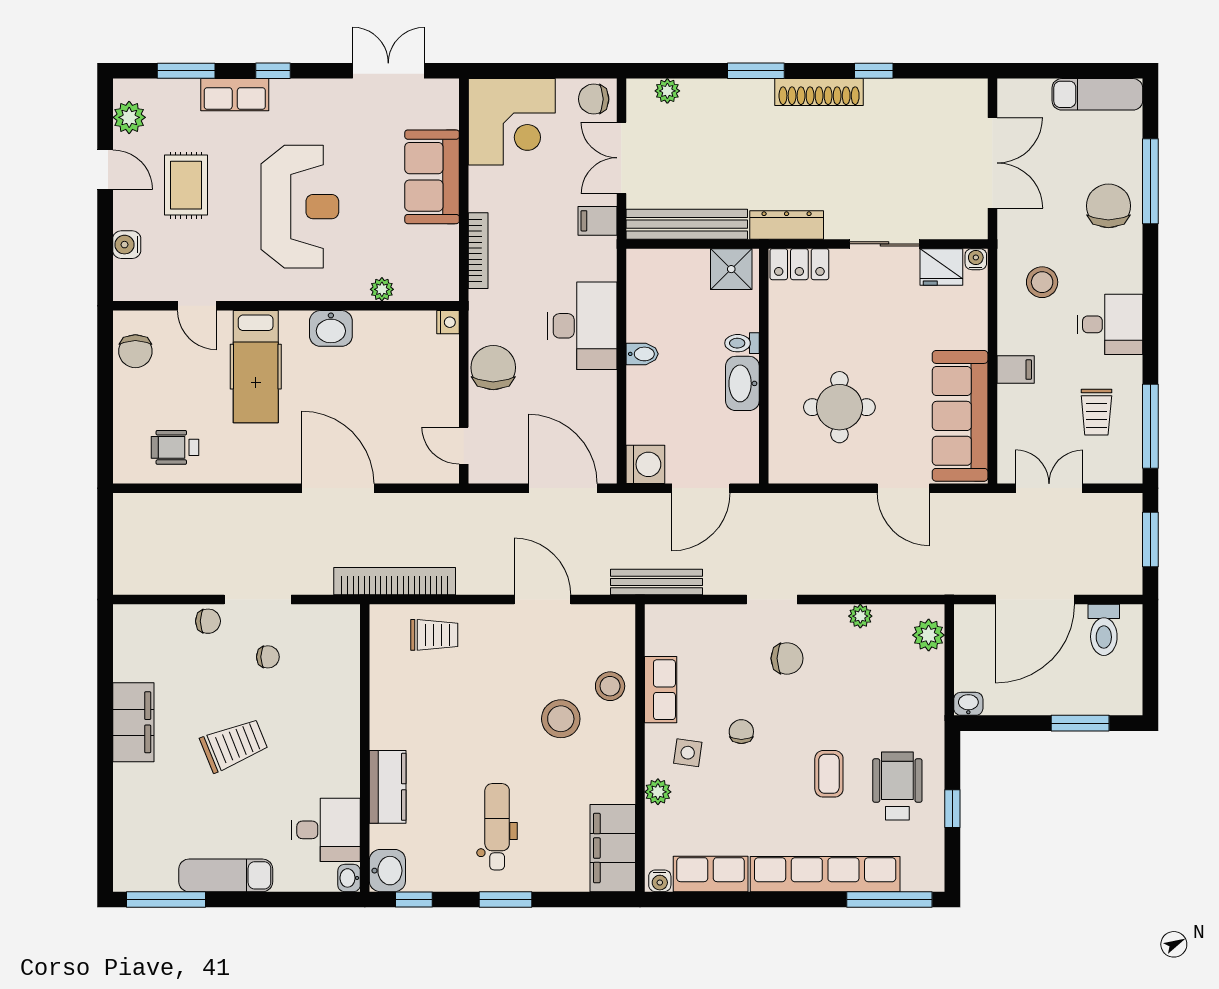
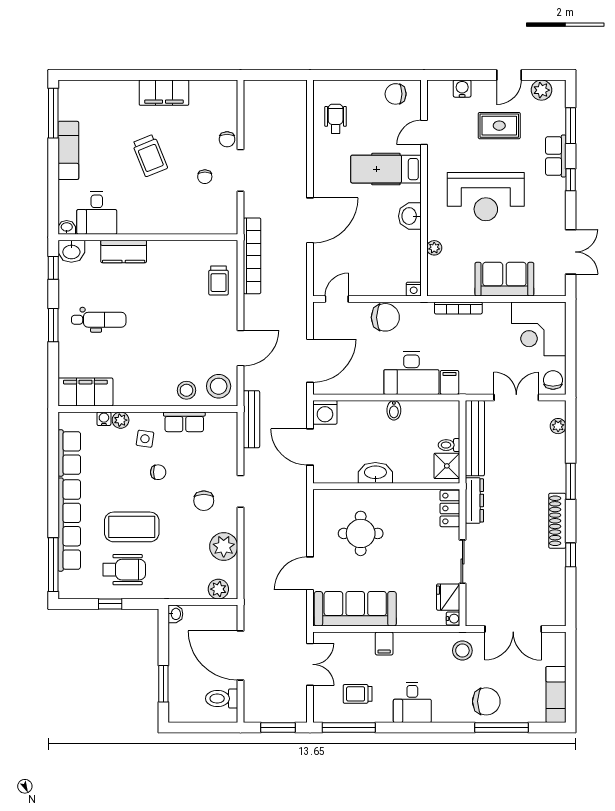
filing cabinet: (597, 221) -> (450, 382), moved
stool: (1042, 282) -> (462, 651), moved
toilet: (742, 343) -> (449, 445), moved, turned -90
plant: (860, 616) -> (224, 546), width x1.88, depth x1.88
stool: (561, 719) -> (219, 386), moved
coffee table: (829, 774) -> (132, 527), width x1.86, depth x1.72
water cooler: (660, 881) -> (104, 419), moved, turned 90

